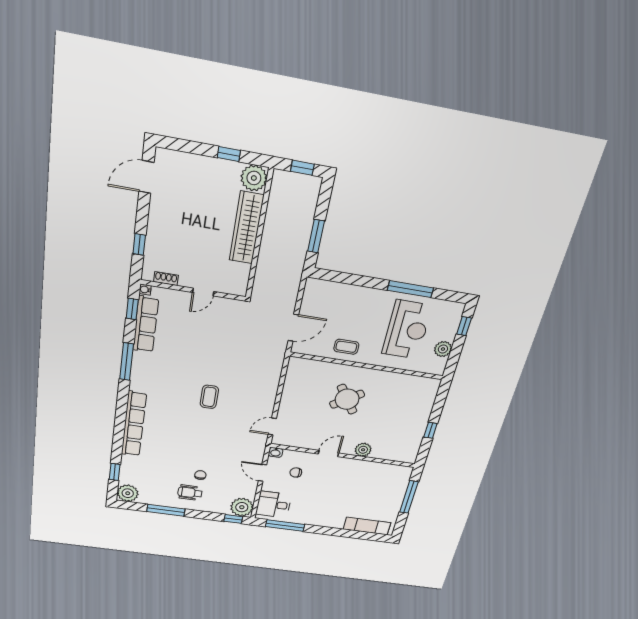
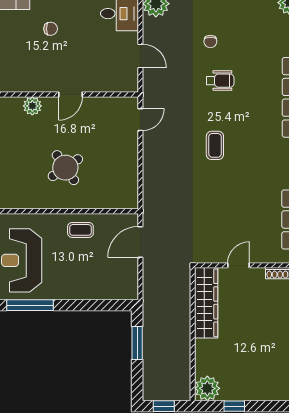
wardrobe: (246, 228) -> (206, 303), moved
washbasin: (276, 452) -> (131, 86), removed
chair: (296, 472) -> (51, 29), moved
wheelchair: (190, 493) -> (220, 81), moved

